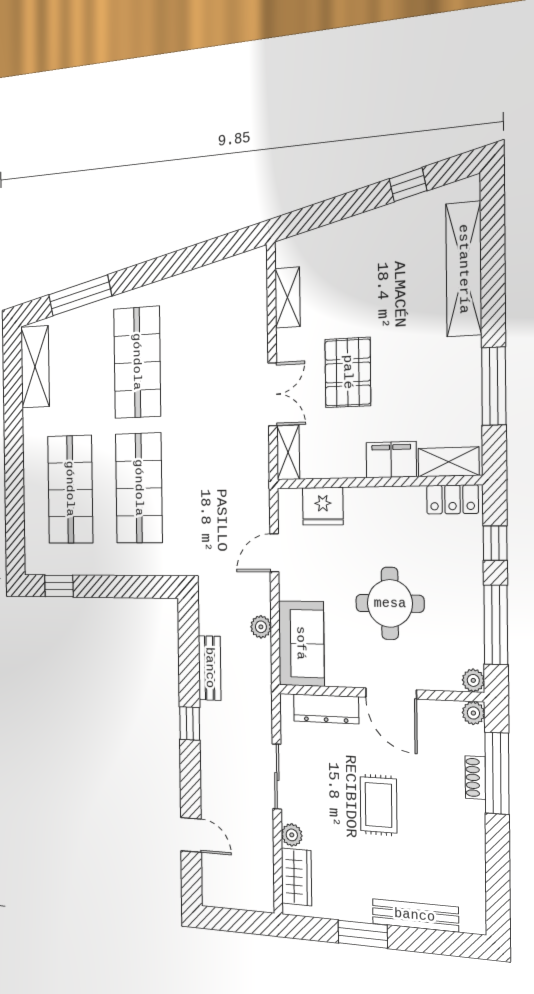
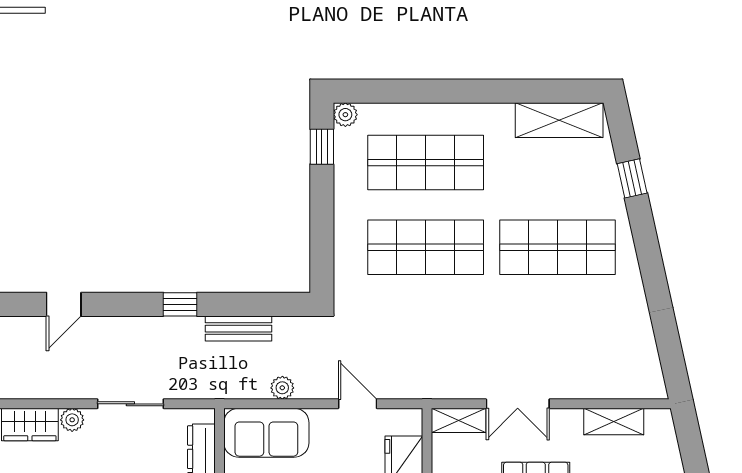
window: (80, 295) -> (632, 178), width x0.46
plant: (34, 564) -> (345, 115), added

